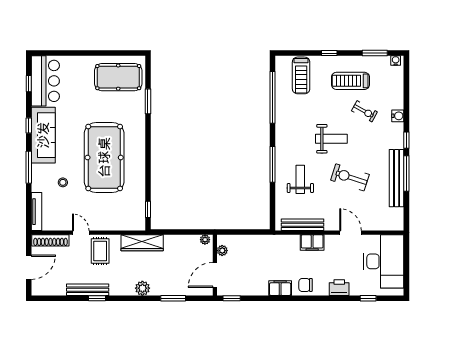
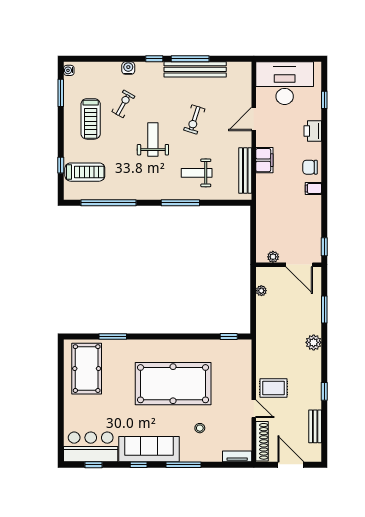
window: (329, 53) -> (61, 165), moved
exercise bike: (350, 177) -> (194, 120), width x0.73, depth x0.72
tv unit: (37, 212) -> (237, 456), width x0.71
door: (81, 233) -> (254, 409), swing flipped
plant: (205, 240) -> (261, 291), moved
wardrobe: (142, 243) -> (265, 343), removed
chair: (306, 285) -> (310, 167), turned 90
filing cabinet: (280, 288) -> (313, 188), width x0.50
bench: (88, 290) -> (315, 426), moved, width x0.73

